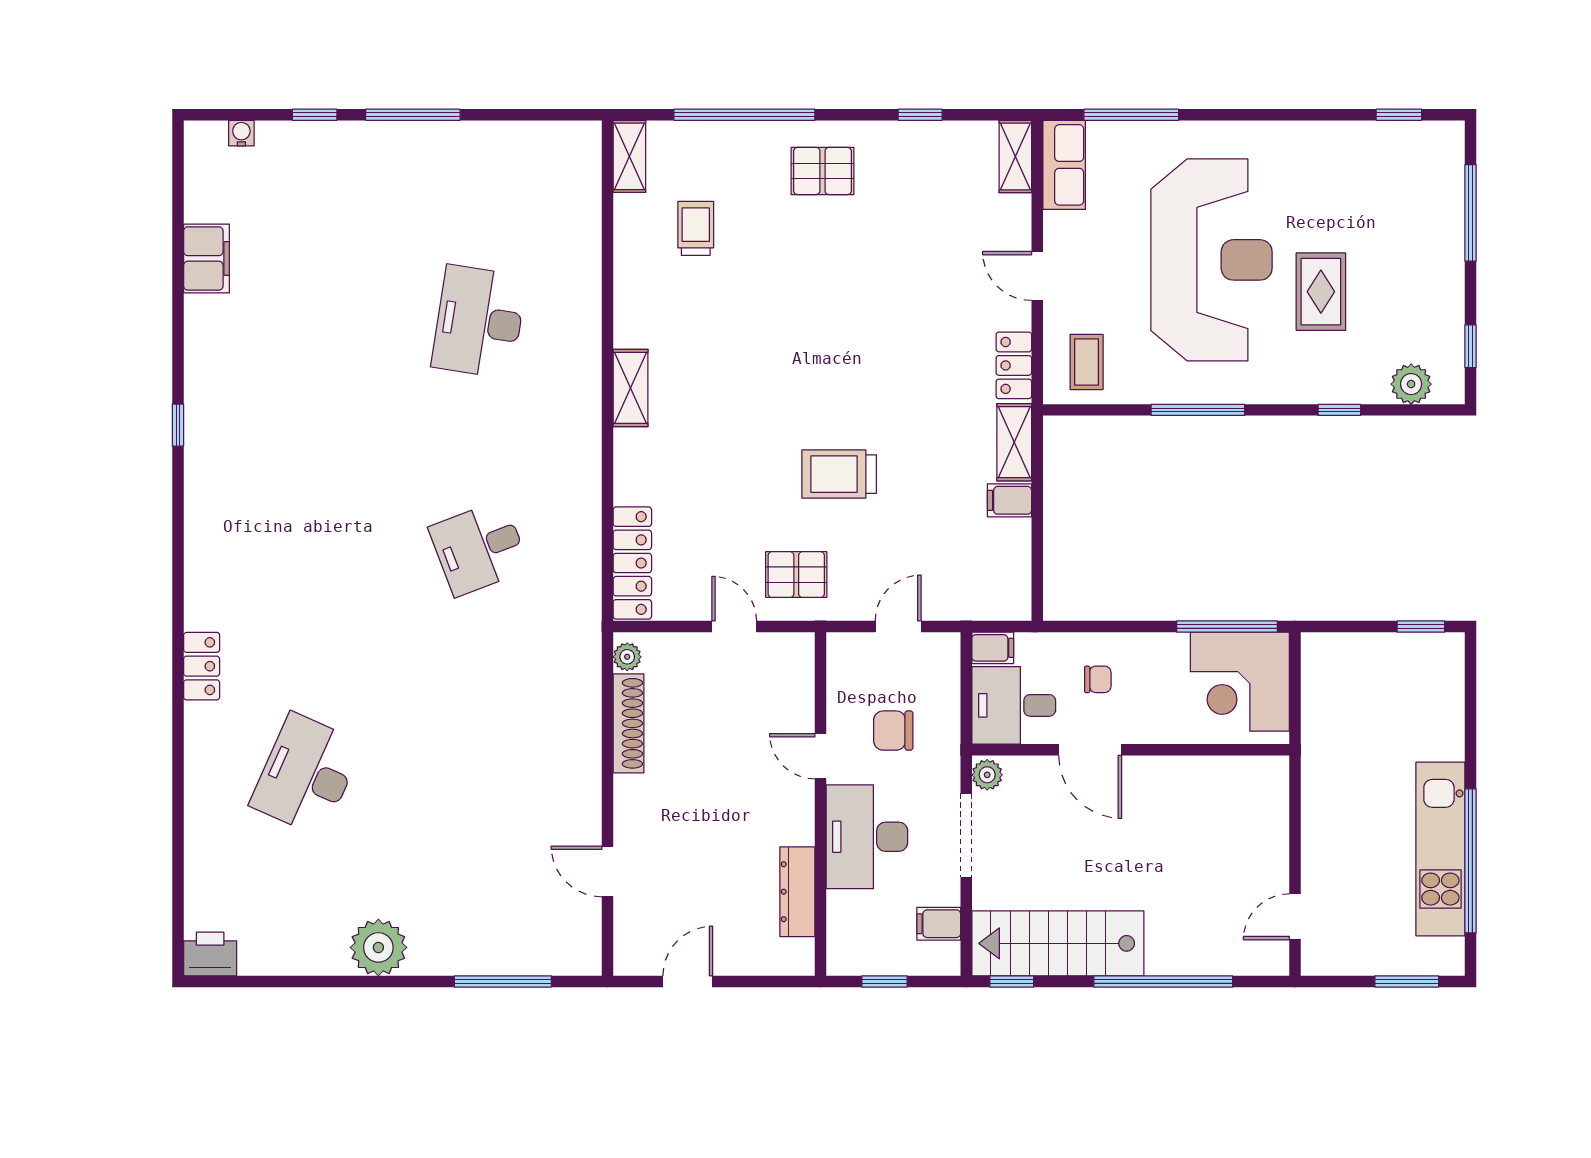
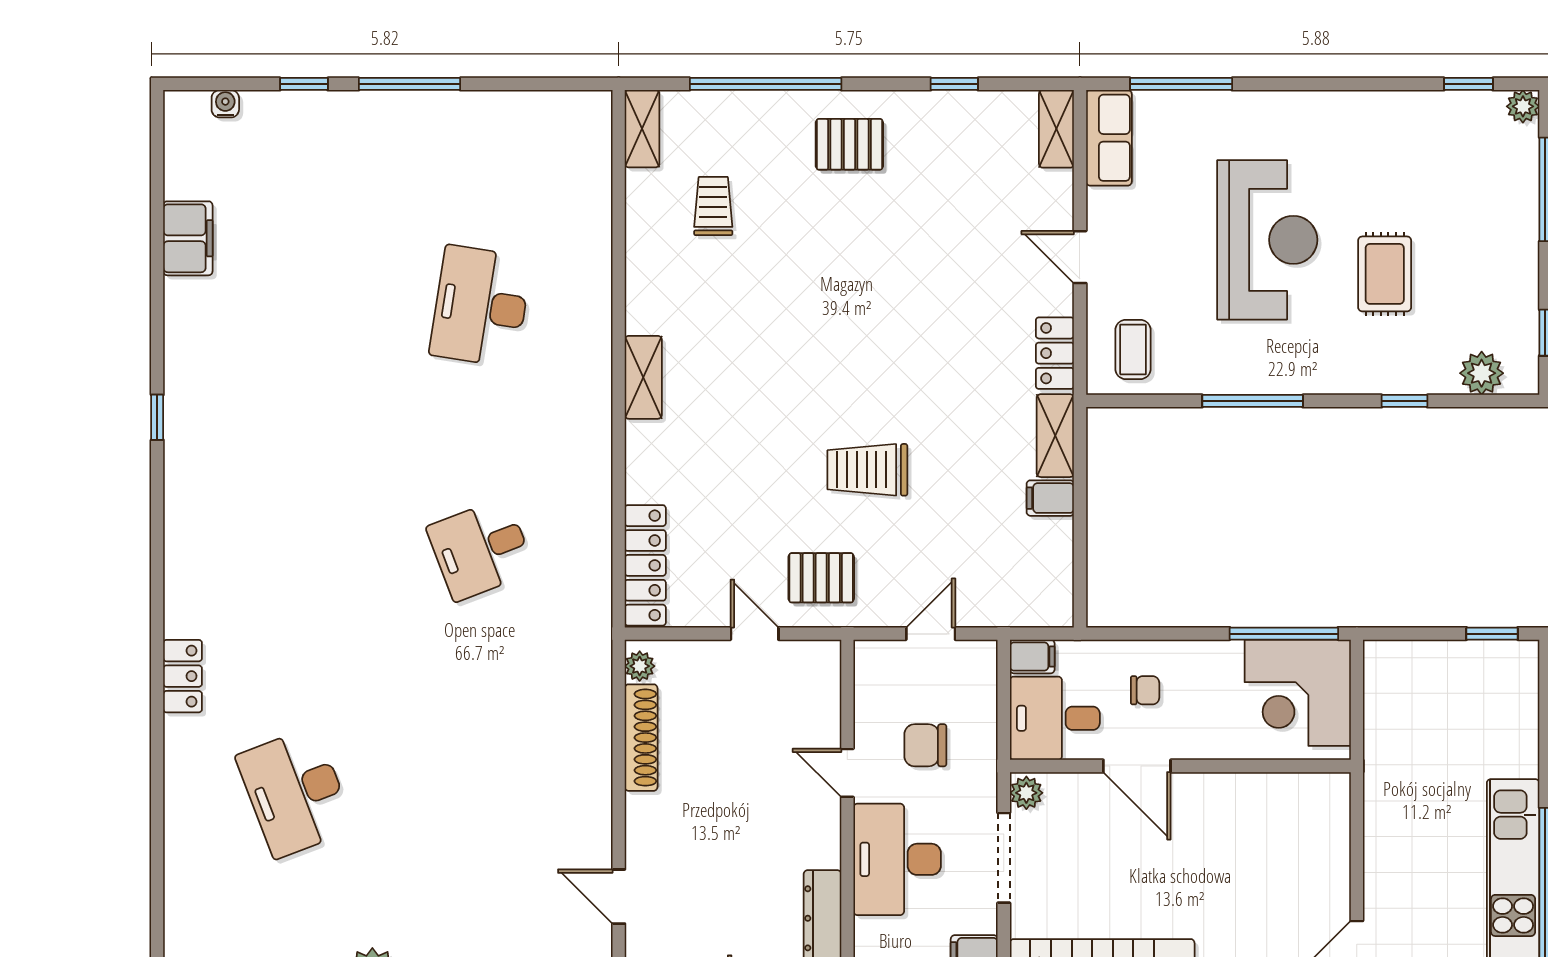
plant: (1450, 136) -> (1523, 106), added
reception desk: (1211, 260) -> (1267, 240), width x0.74, depth x0.77
desk: (306, 774) -> (295, 792), turned -45

